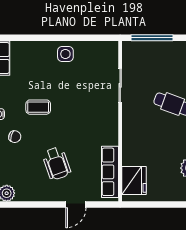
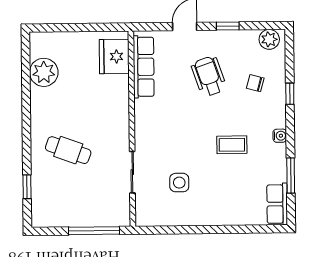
side table: (65, 54) -> (179, 183), moved
chair: (15, 137) -> (255, 83), moved
window: (41, 205) -> (228, 26), added

